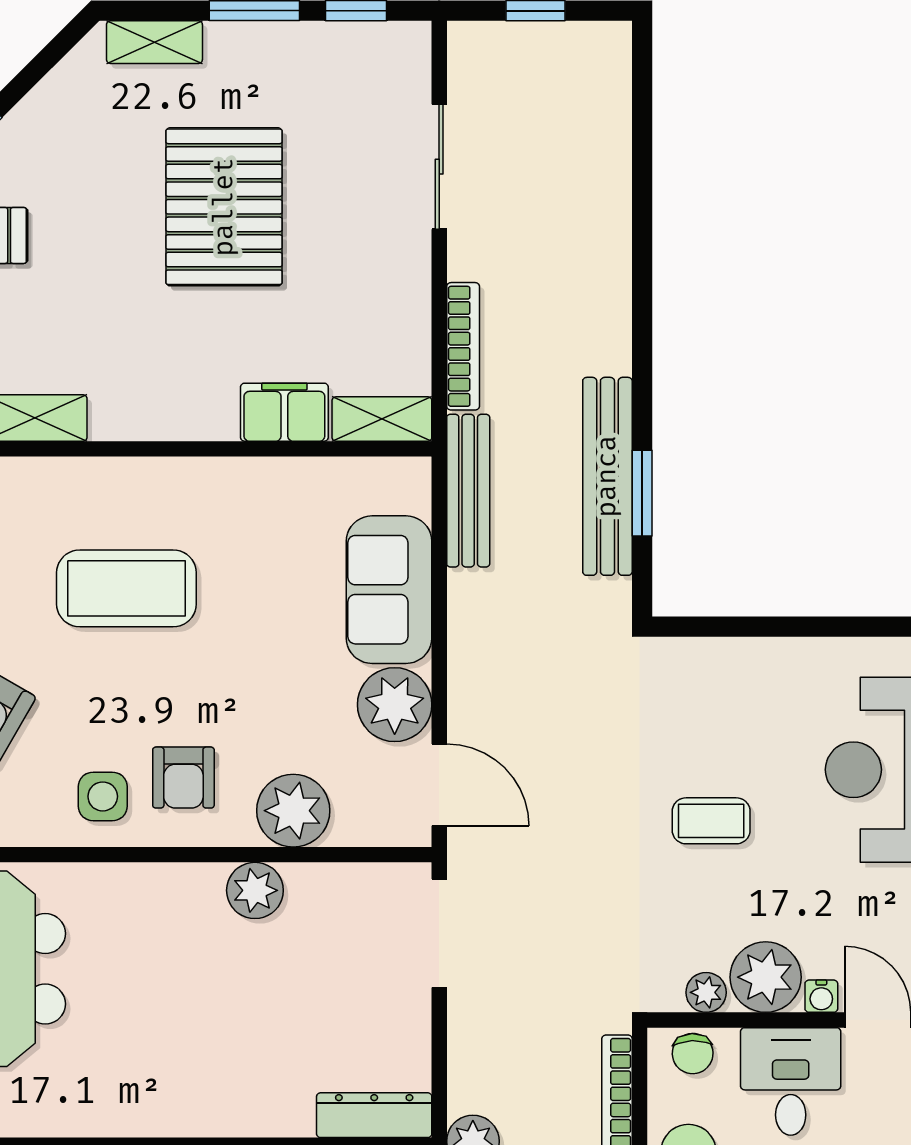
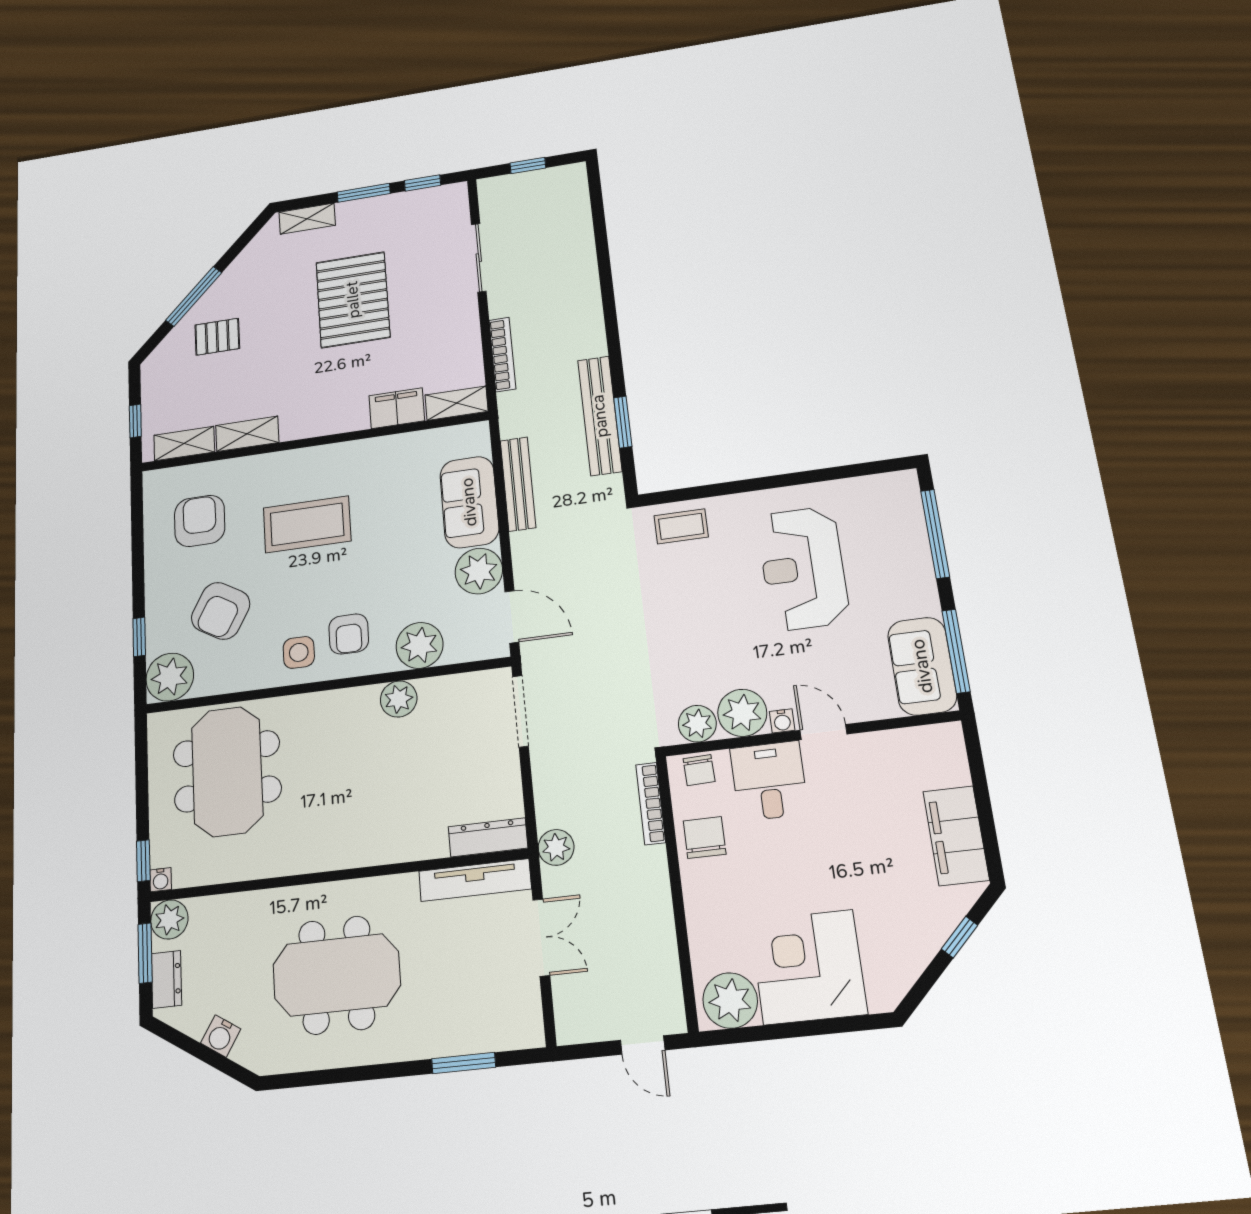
bench: (468, 491) -> (518, 484), moved
coffee table: (711, 821) -> (681, 526), moved
plant: (706, 992) -> (697, 724), width x1.38, depth x1.38

